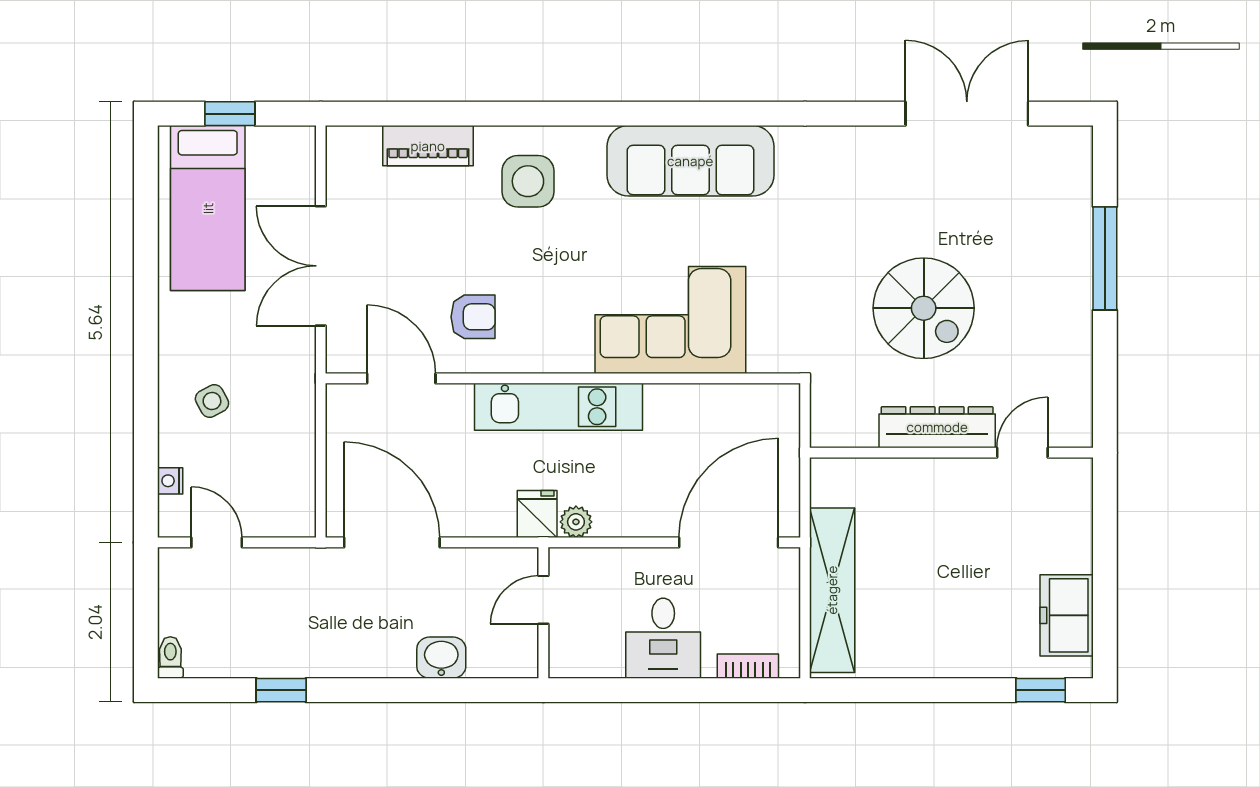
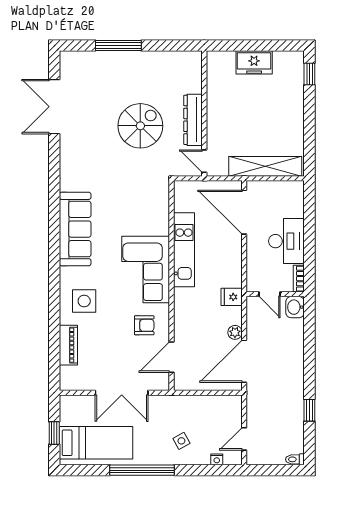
window: (146, 312) -> (142, 470), added
armchair: (473, 317) -> (144, 325), turned 90
corner sofa: (670, 320) -> (146, 270), moved
kitchen unit: (559, 407) -> (184, 250), moved
door: (1022, 453) -> (204, 161), moved
plant: (576, 522) -> (235, 332), moved
freezer: (1067, 615) -> (254, 62), moved
desk: (663, 638) -> (286, 241), width x1.37
washbasin: (441, 658) -> (295, 307), moved
bookcase: (748, 666) -> (299, 279), moved

